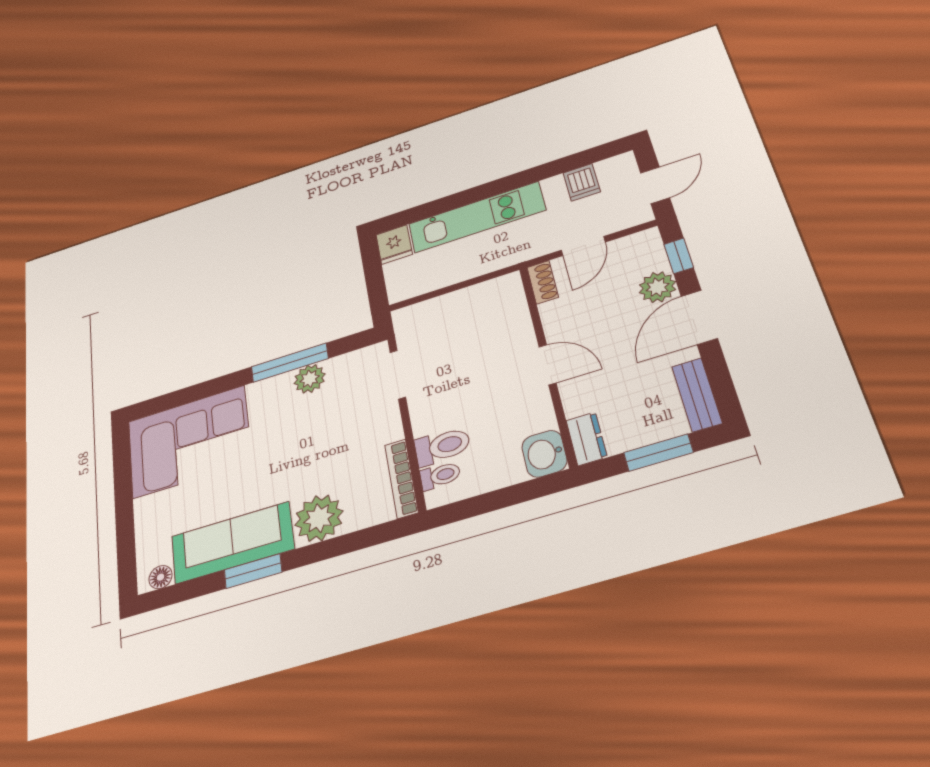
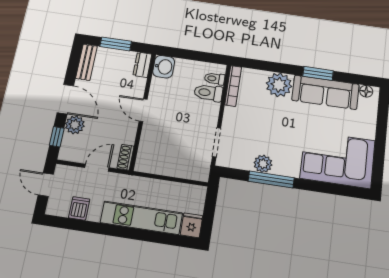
door: (655, 185) -> (46, 185), hinge flipped
door: (699, 317) -> (65, 99), hinge flipped

